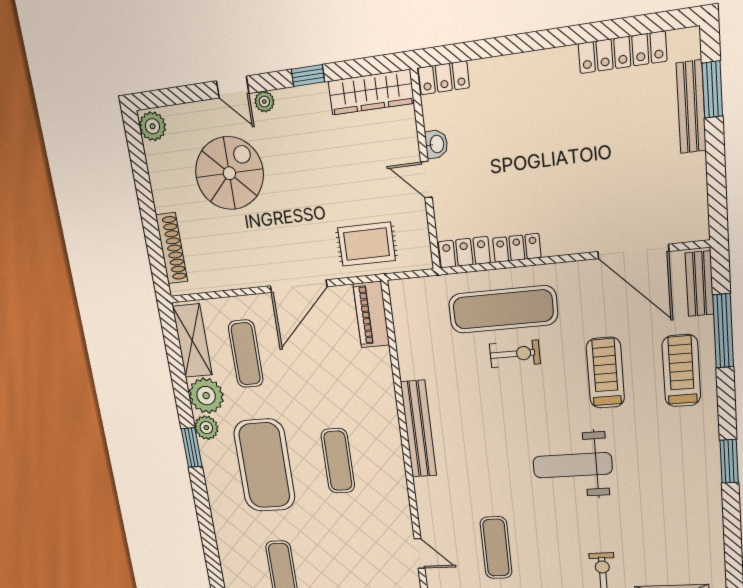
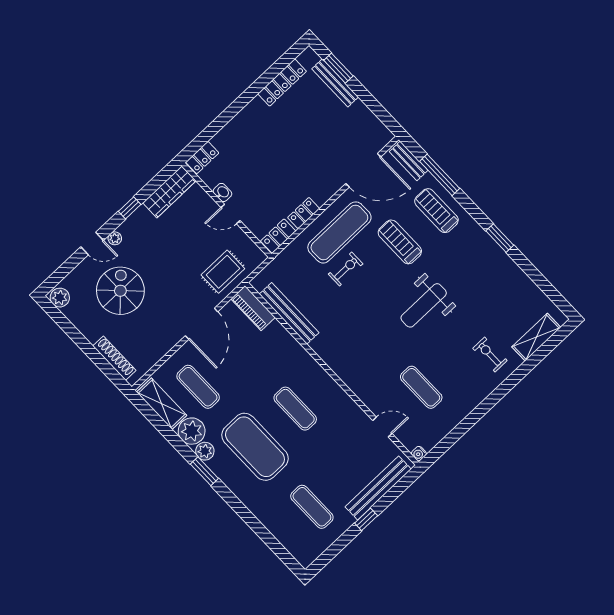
exercise mat: (503, 309) -> (339, 232), moved
bench: (418, 429) -> (289, 313), moved

